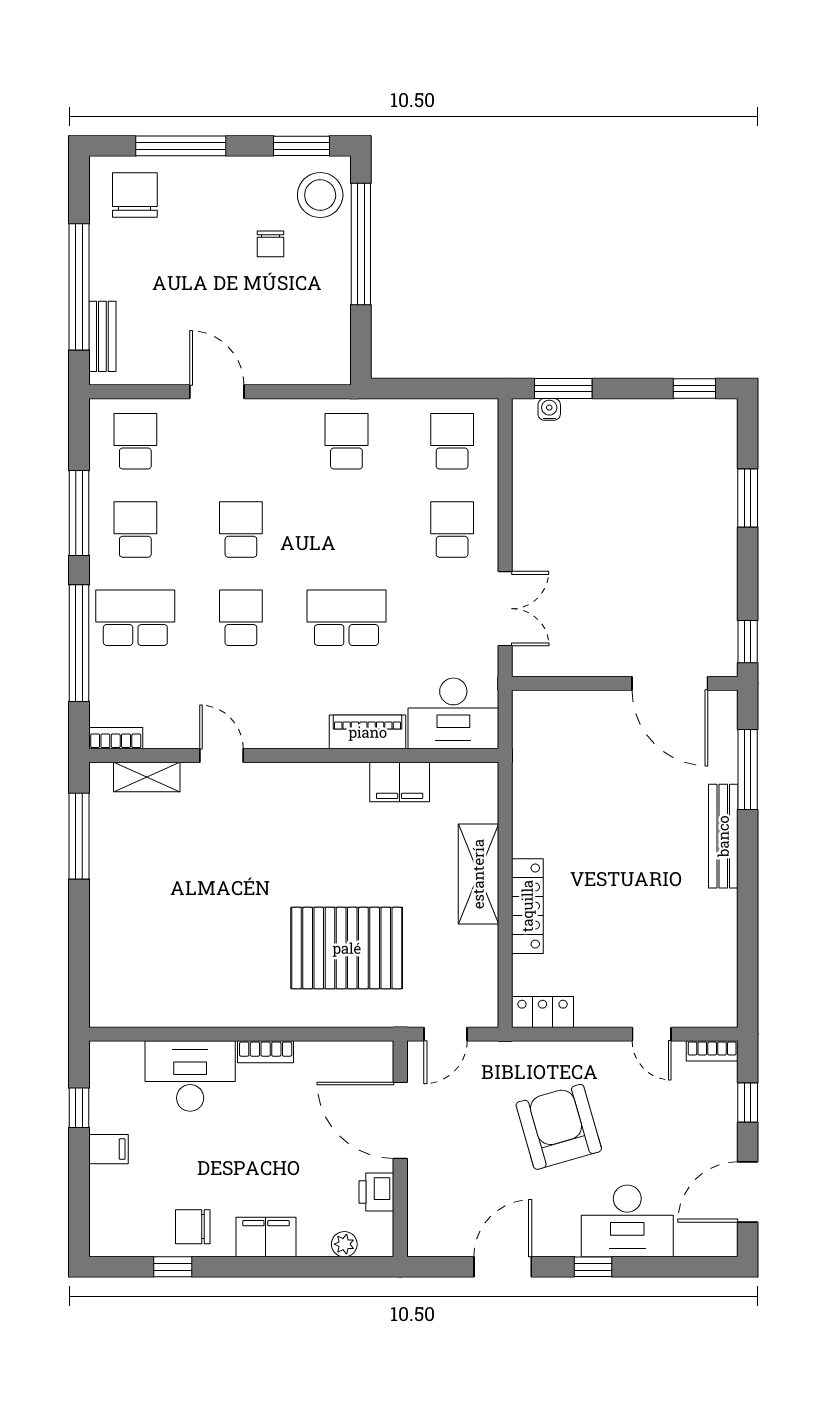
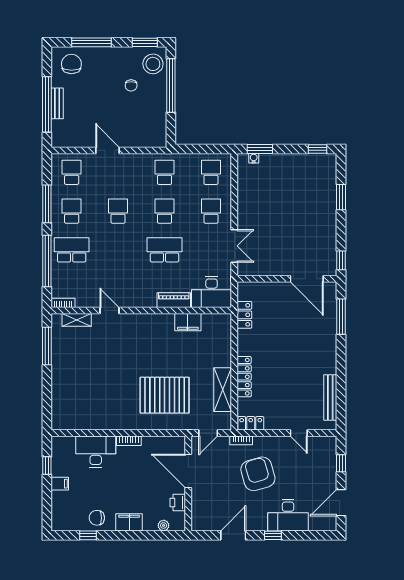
bench: (102, 336) -> (57, 103), moved
school desk: (241, 618) -> (165, 211), moved
locker: (528, 765) -> (244, 315), added
bench: (723, 836) -> (330, 397), moved
shelving: (478, 874) -> (223, 390), moved
bookcase: (712, 1051) -> (241, 440), moved

